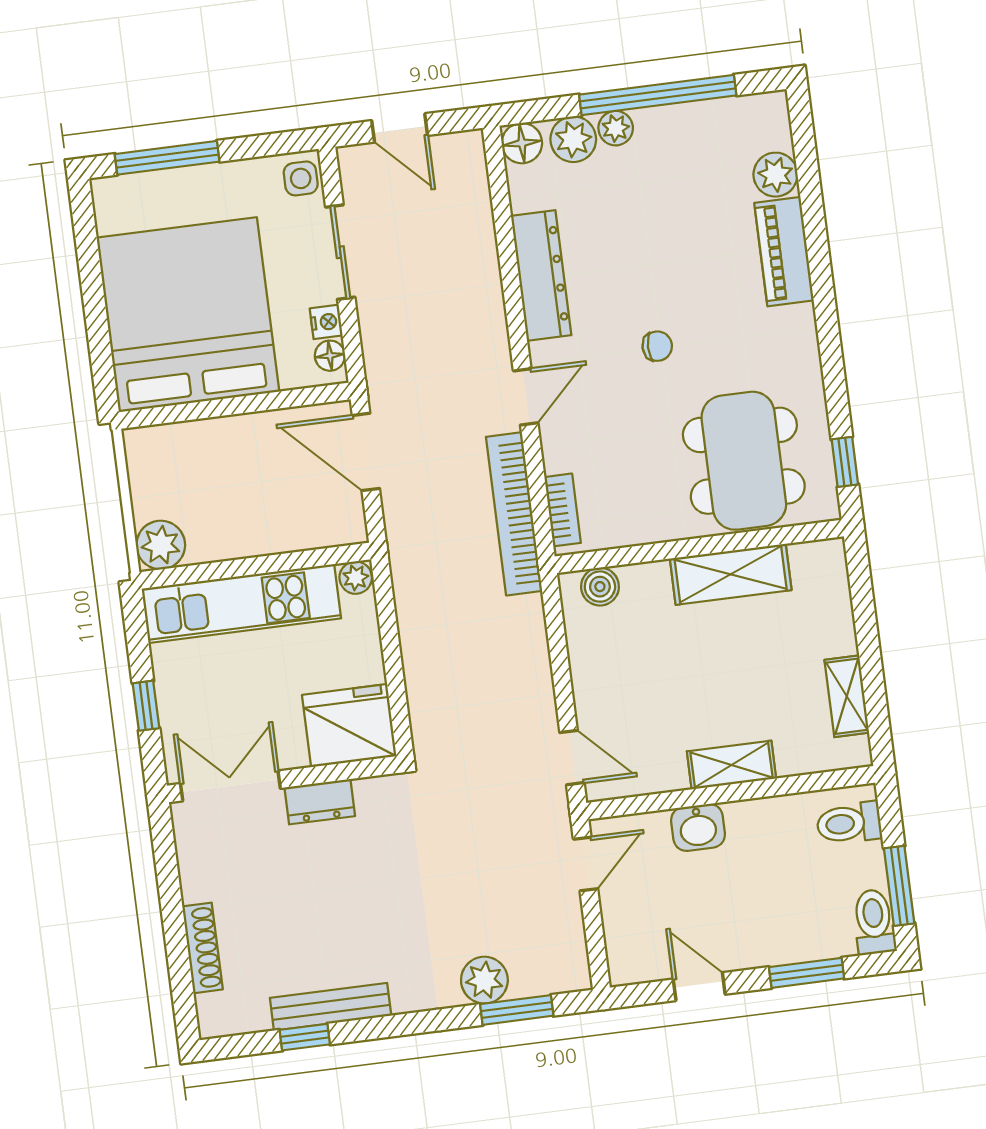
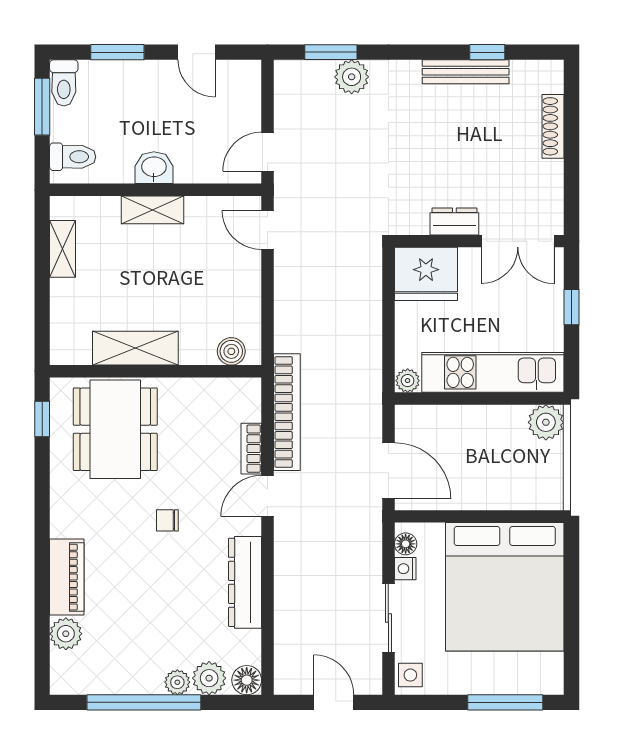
bookcase: (563, 510) -> (251, 449), moved
washbasin: (698, 827) -> (154, 168), moved

